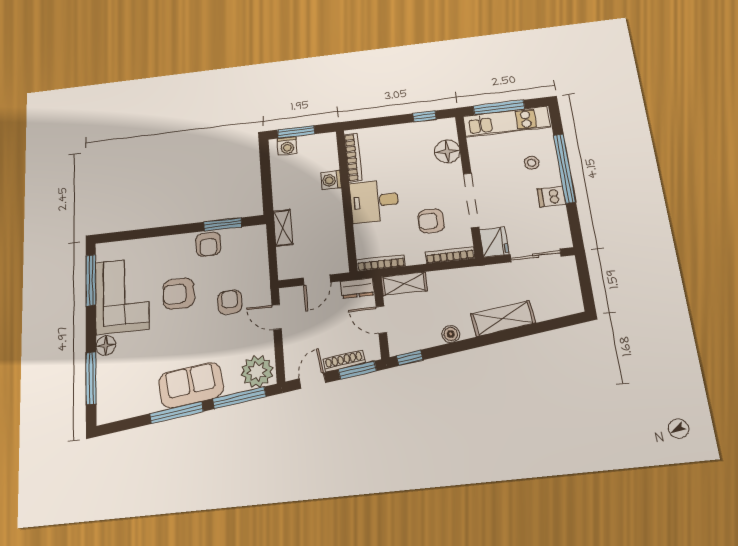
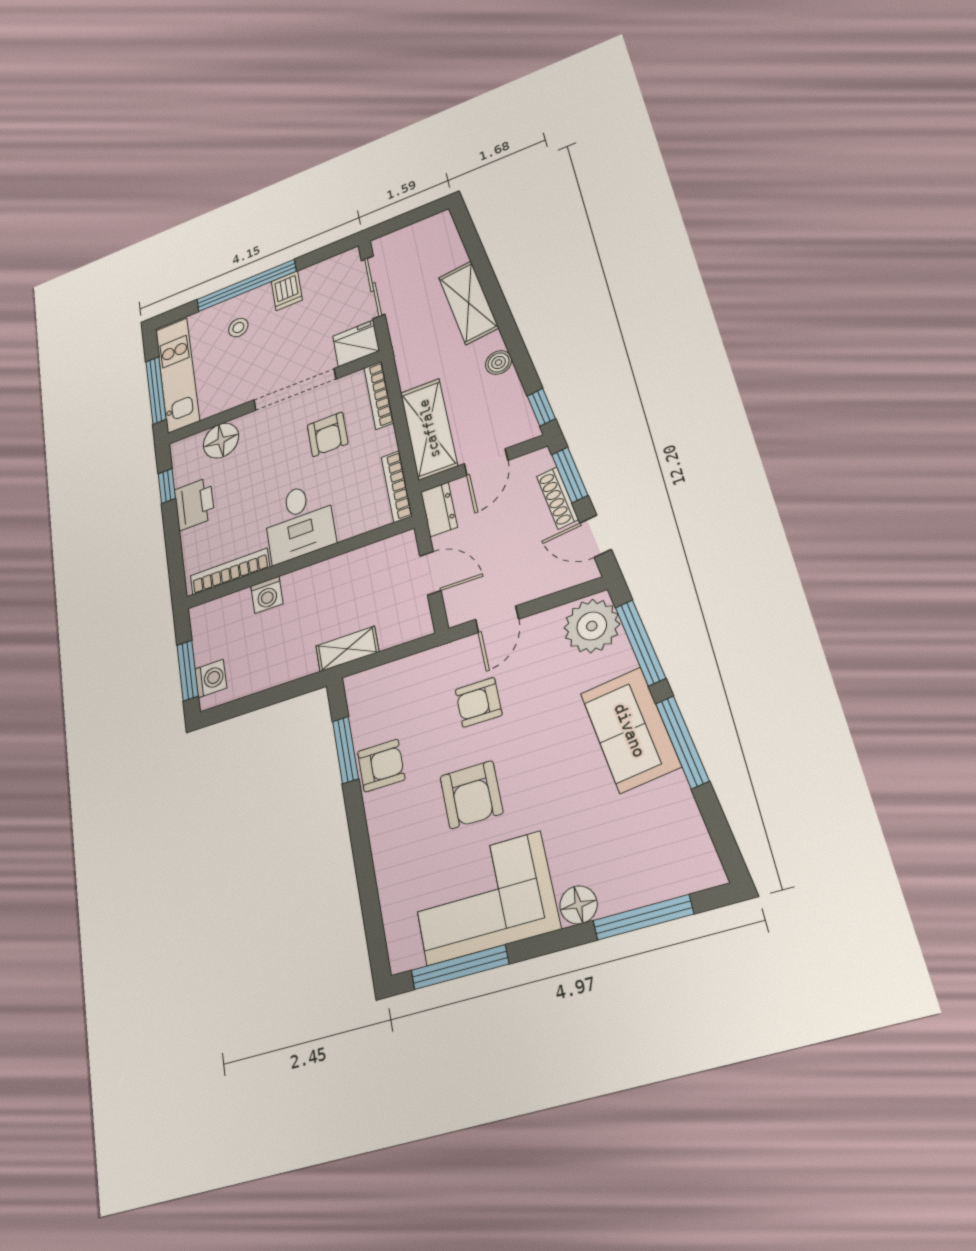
printer: (406, 135) -> (194, 504), added
shelving: (404, 284) -> (429, 429), width x1.50, depth x1.33

